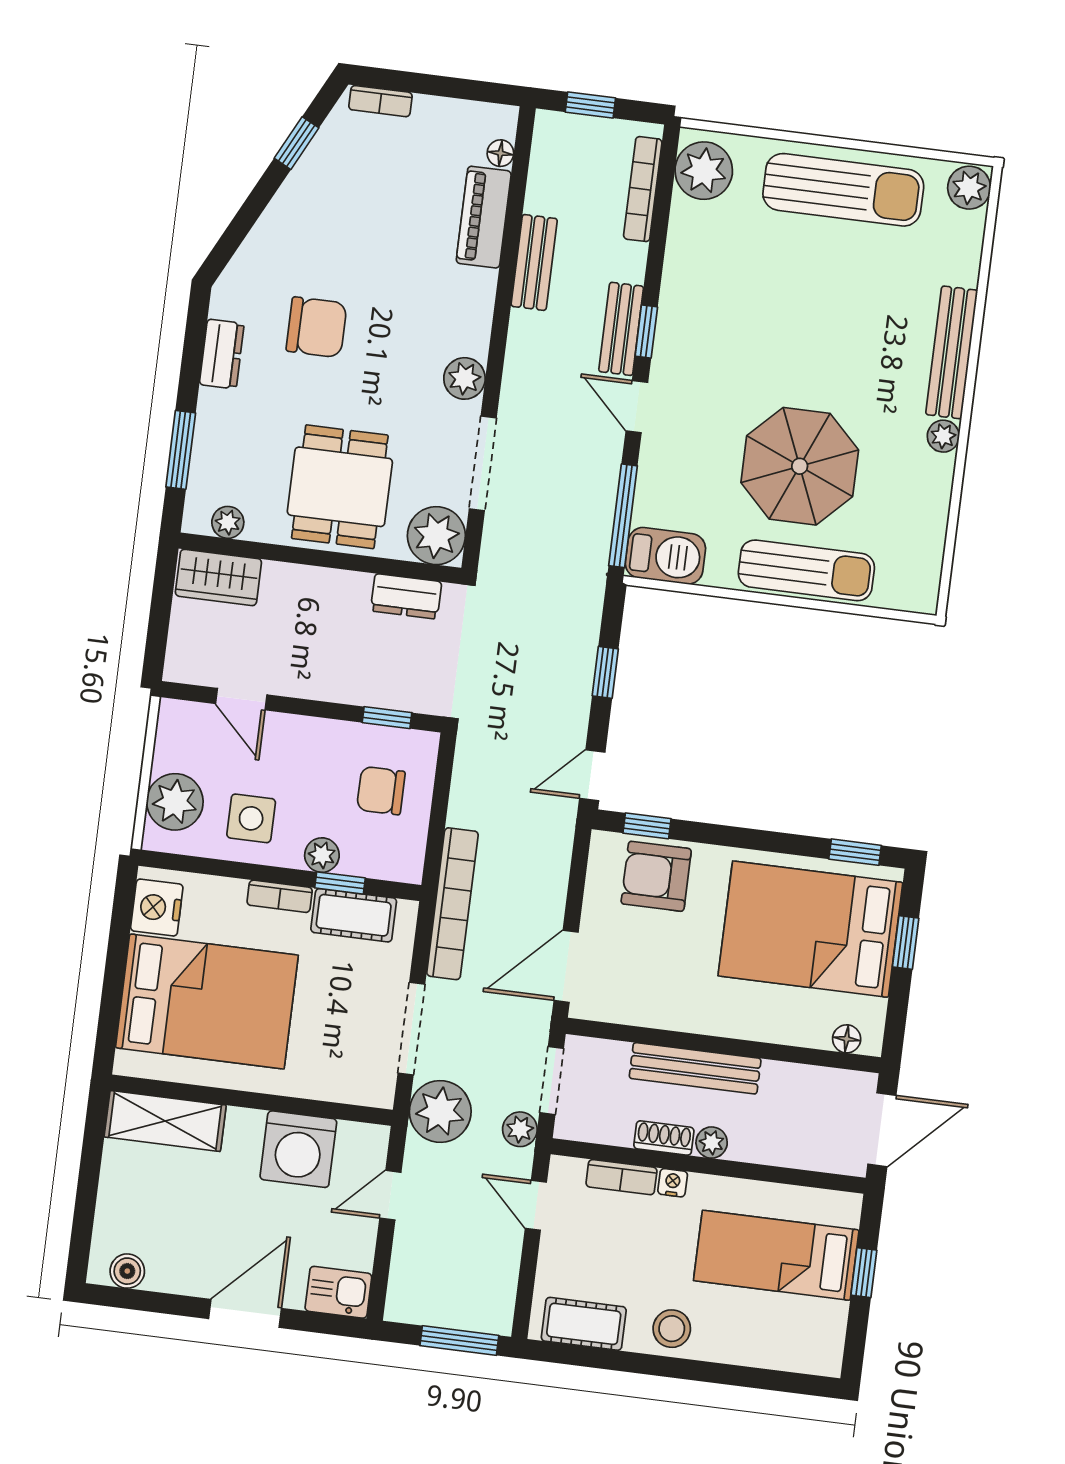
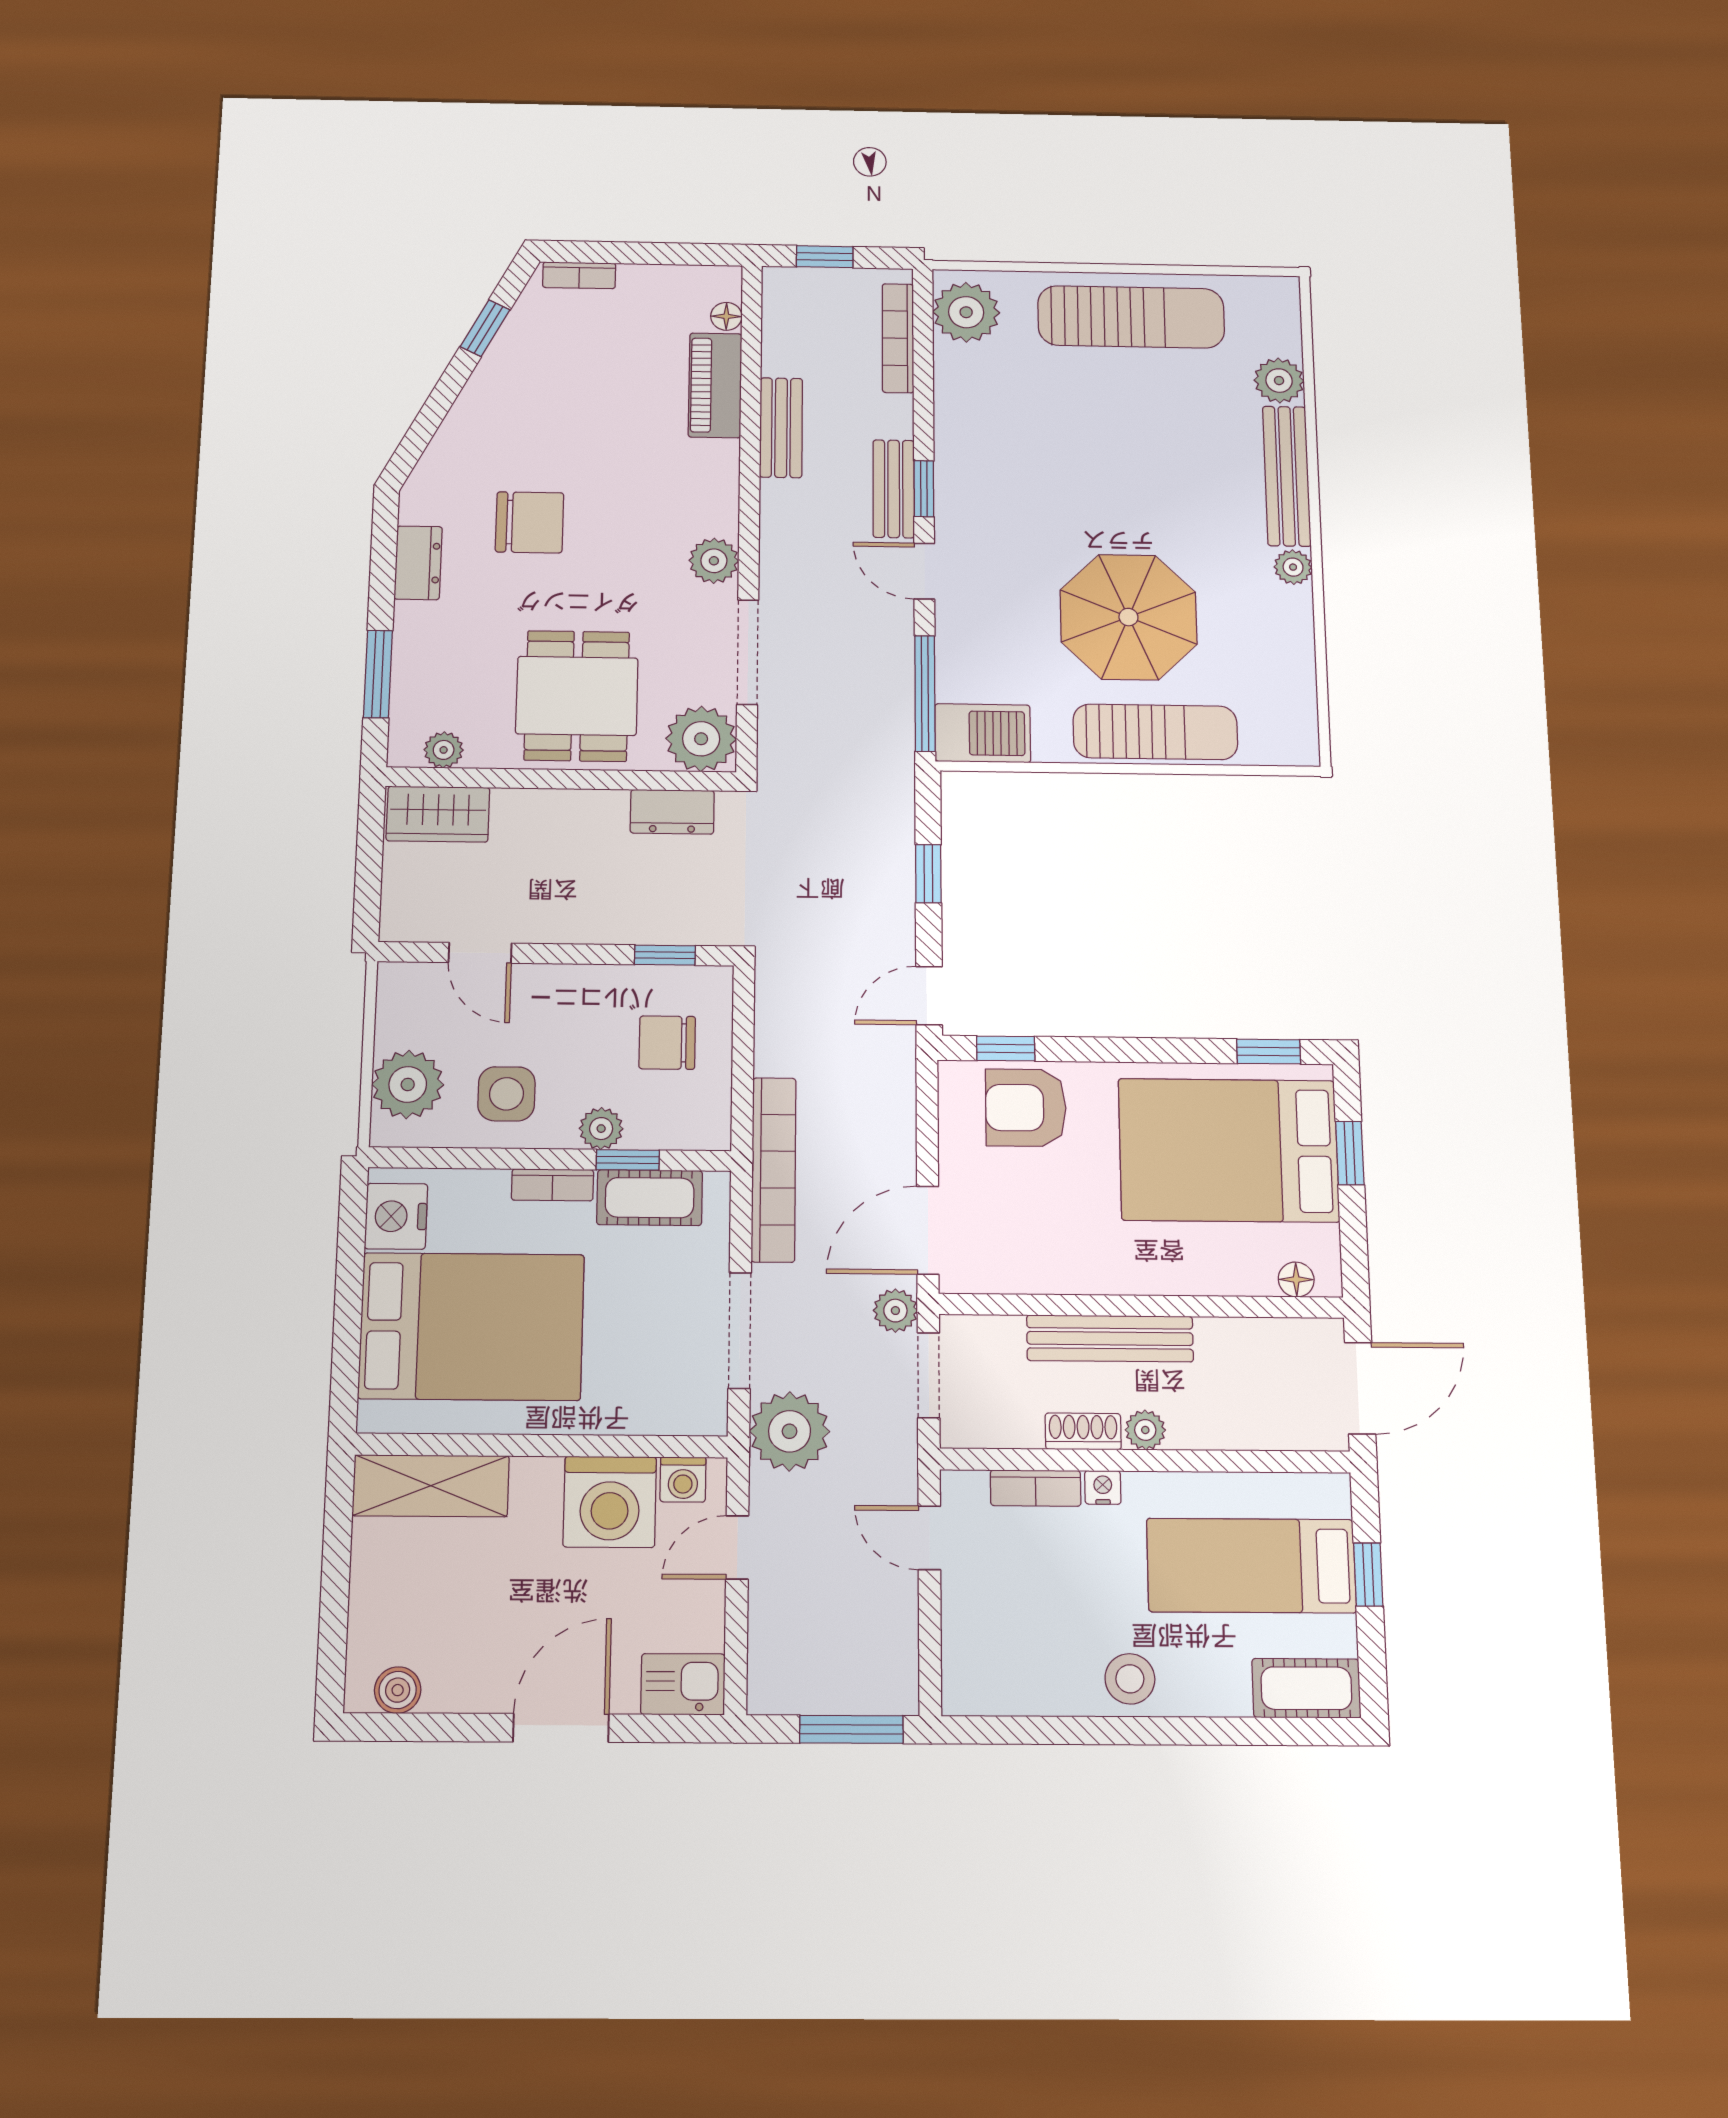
plant: (969, 188) -> (1279, 381), moved
plant: (520, 1129) -> (895, 1311), moved
washing machine: (355, 1139) -> (683, 1479), added
cot: (584, 1324) -> (1306, 1688), moved

